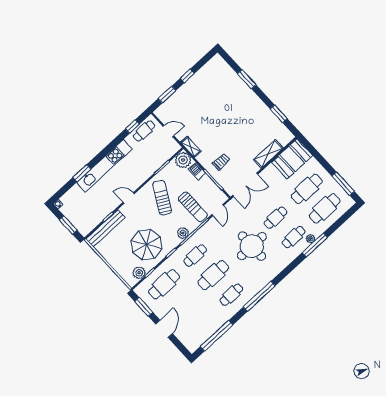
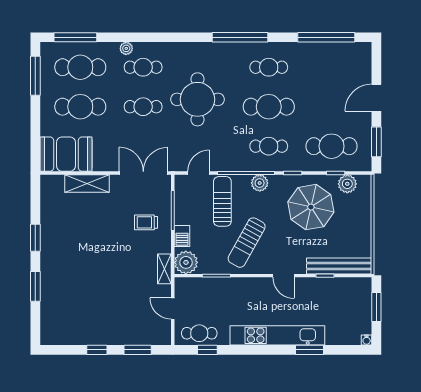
window: (279, 114) -> (35, 238), moved
window: (315, 245) -> (75, 37), moved

